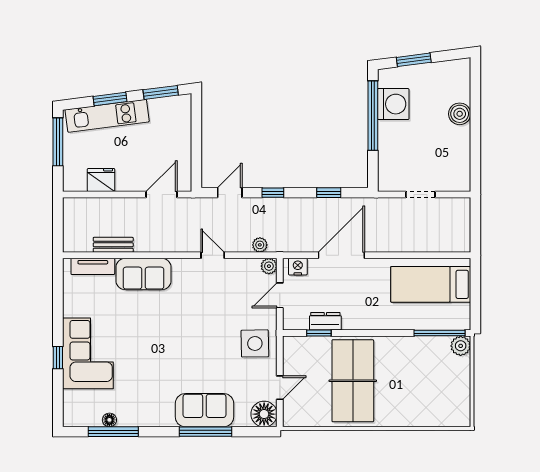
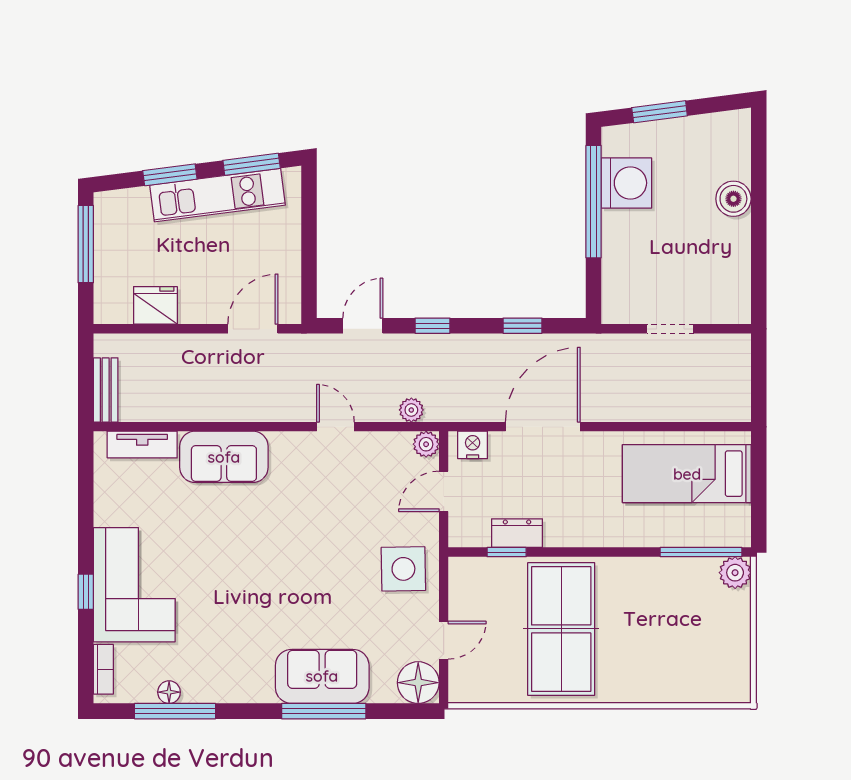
kitchen unit: (107, 116) -> (217, 195), moved
bench: (113, 245) -> (106, 390), moved, turned 90
bookcase: (69, 406) -> (103, 669), added

